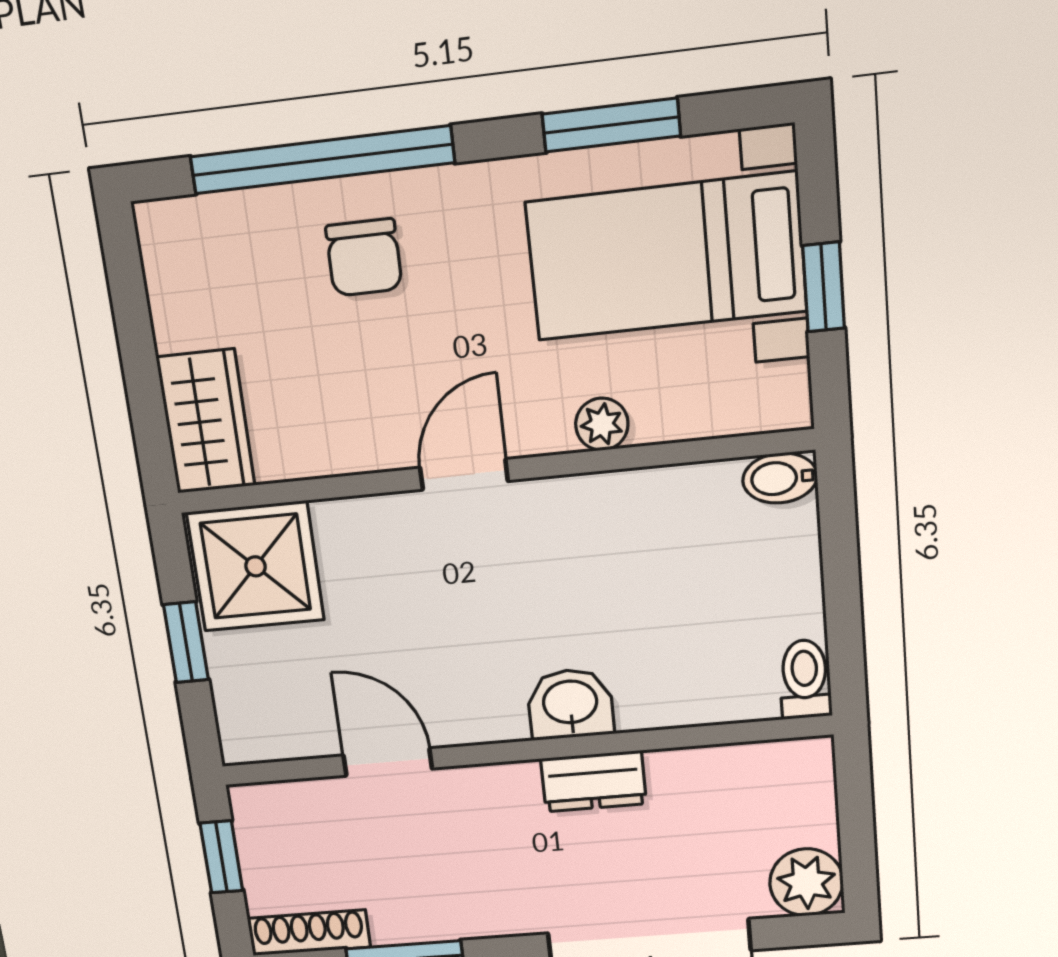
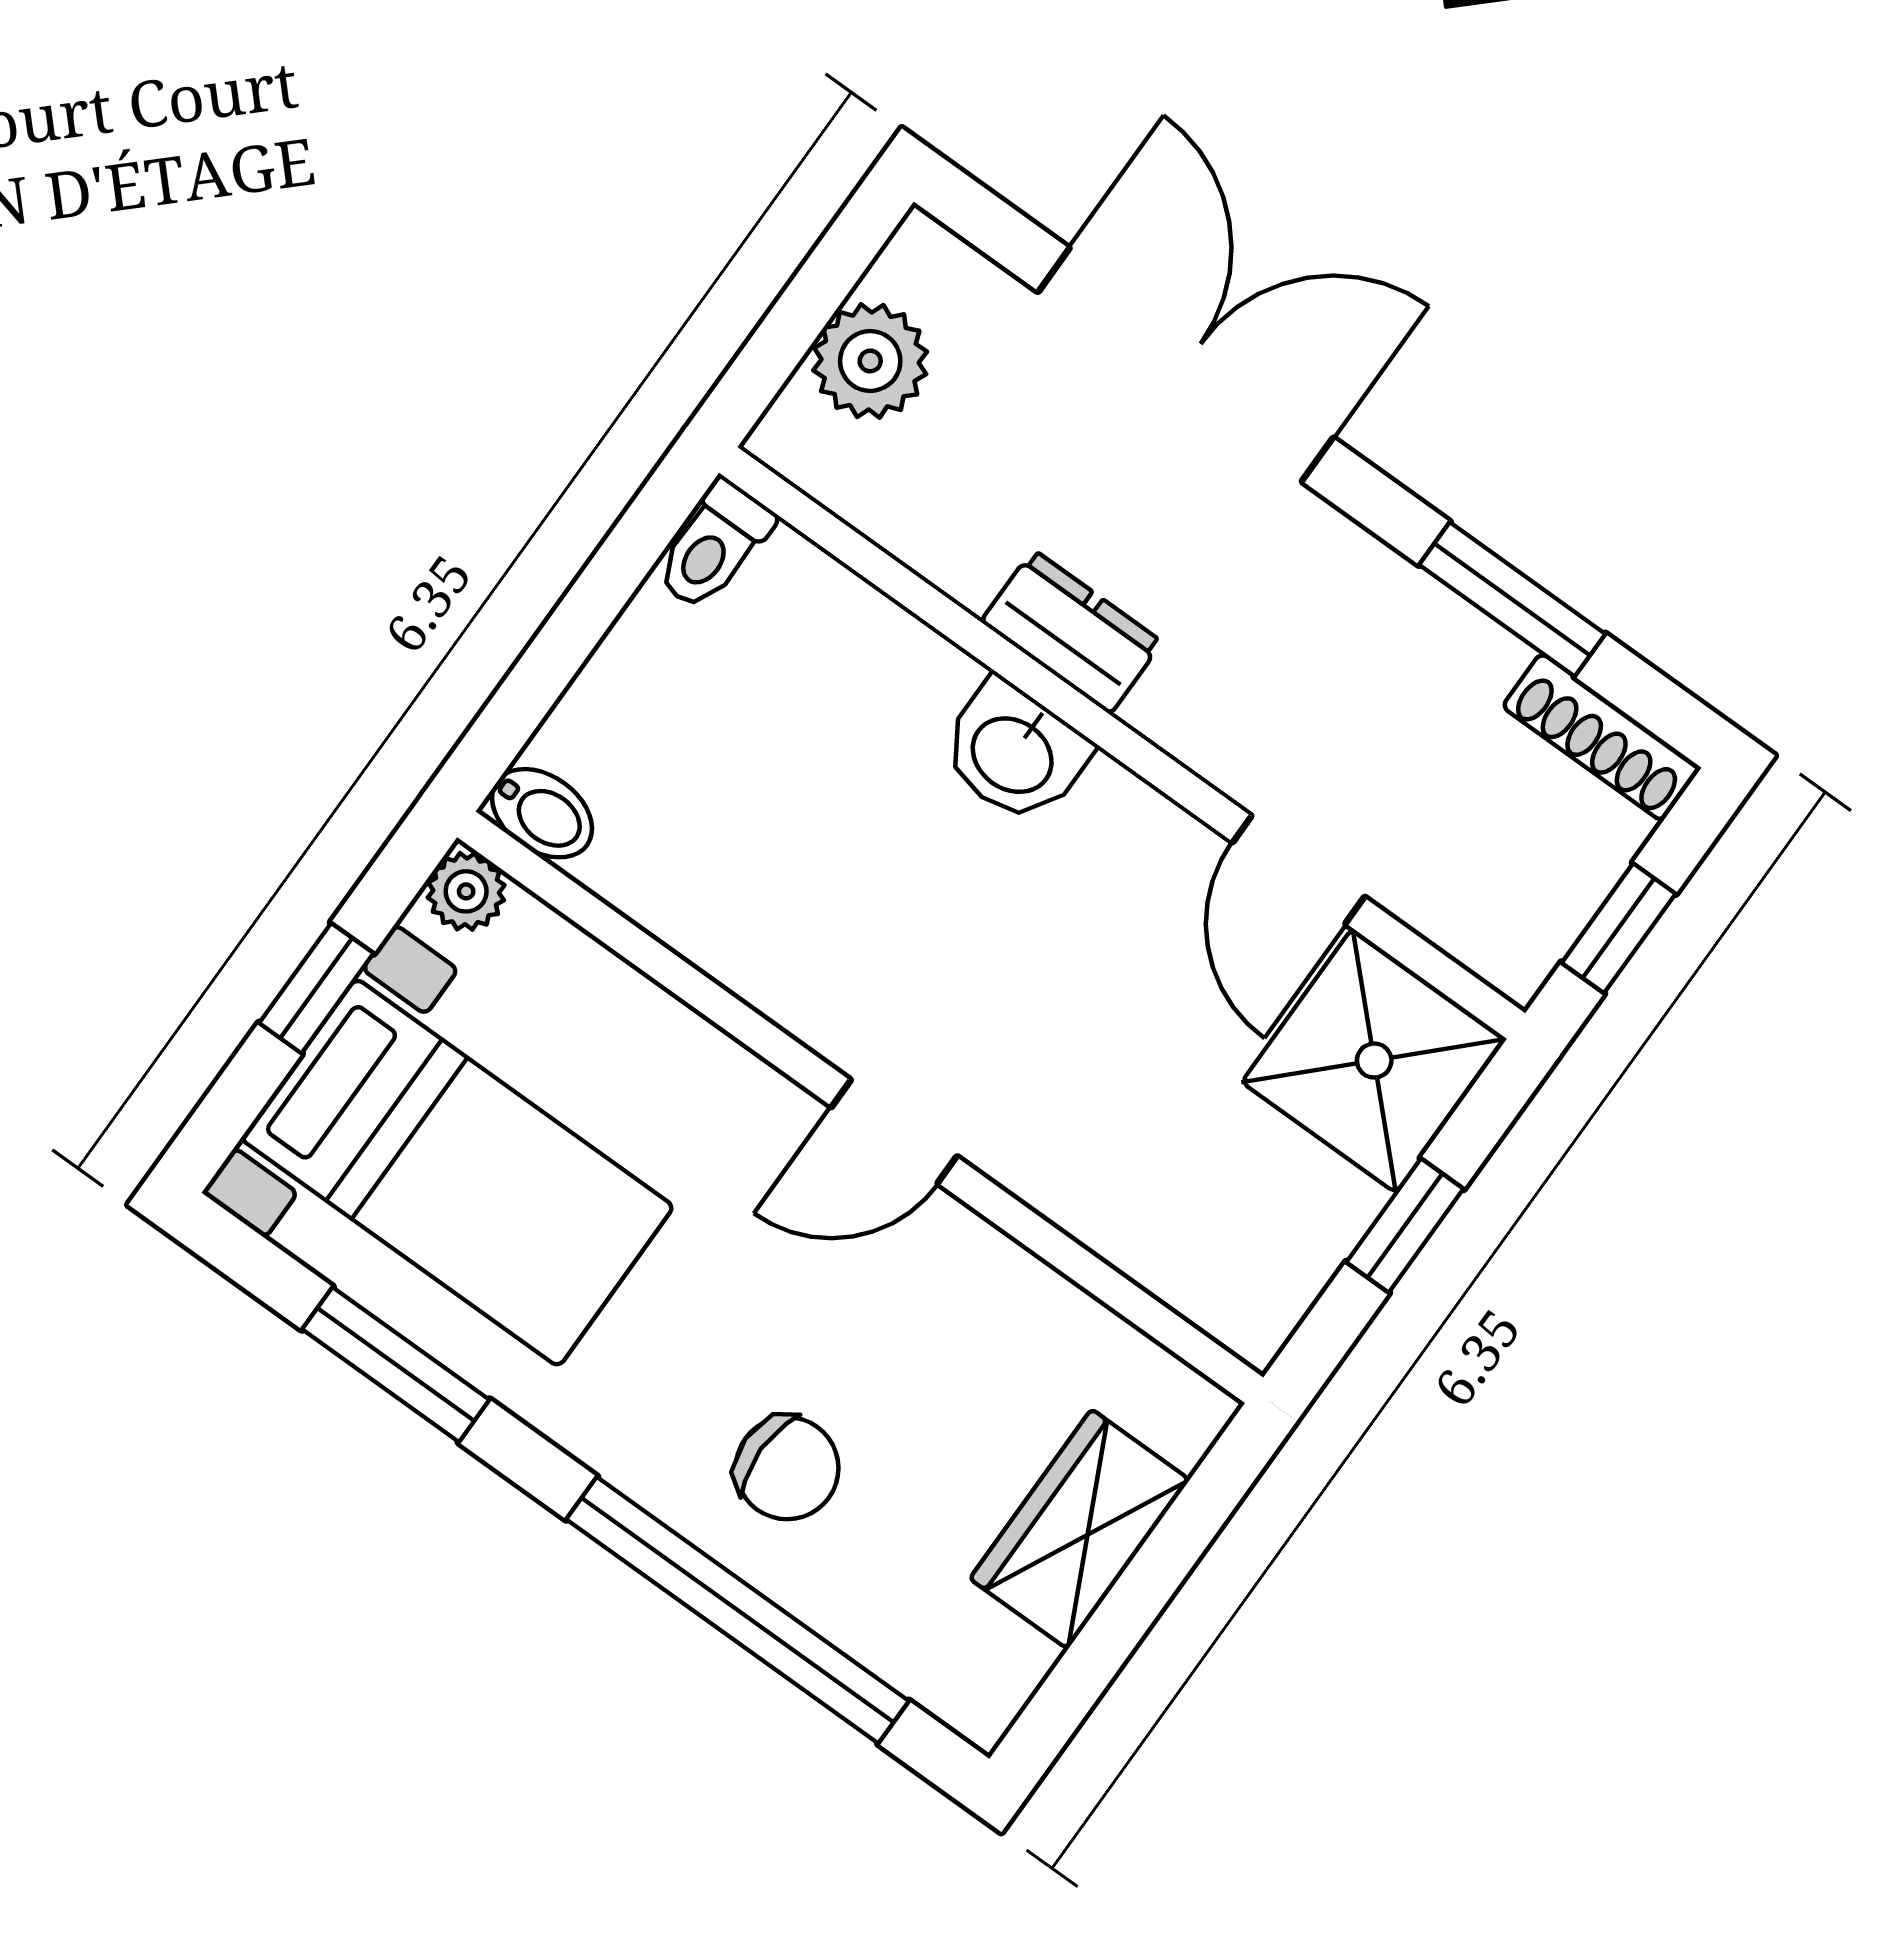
chair: (364, 257) -> (787, 1468), turned 90
wardrobe: (206, 422) -> (1080, 1529), moved
plant: (602, 424) -> (466, 891), moved
shower: (256, 566) -> (1374, 1061), moved
plant: (806, 882) -> (870, 361), moved

